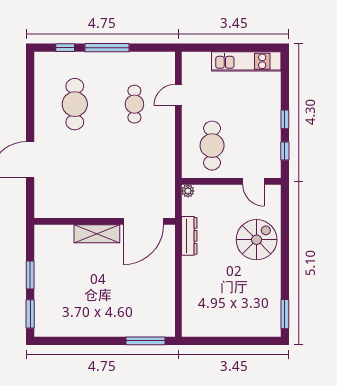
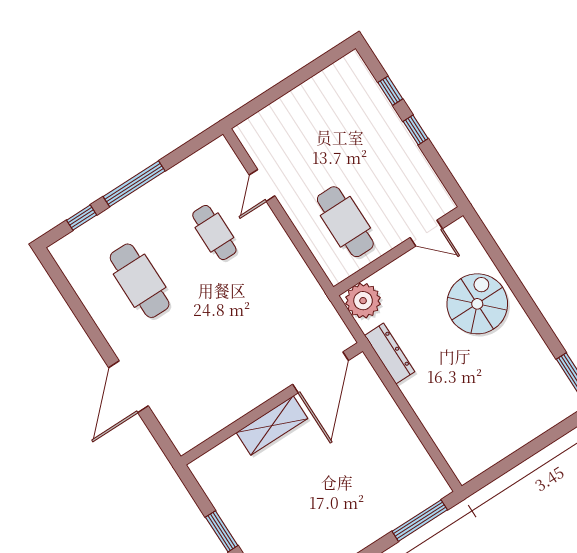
kitchen unit: (246, 61) -> (320, 88), removed
window: (285, 151) -> (390, 91), moved
plant: (188, 191) -> (363, 301), width x1.87, depth x1.87

